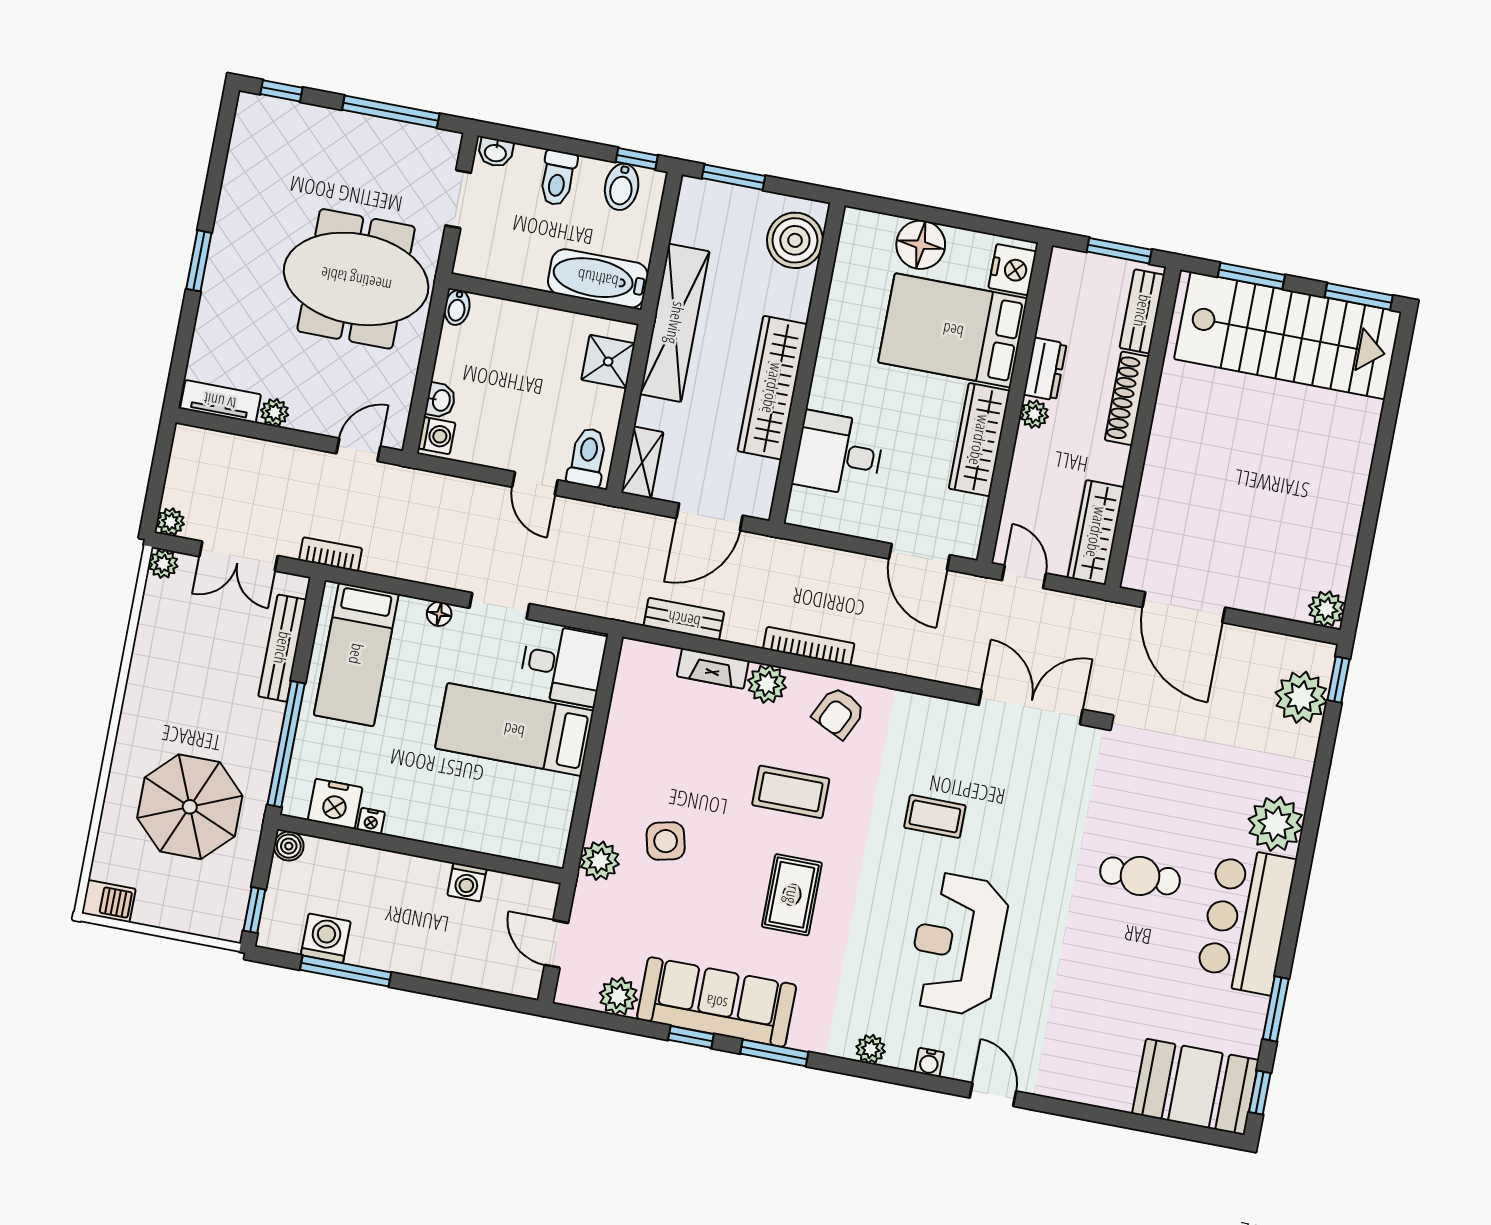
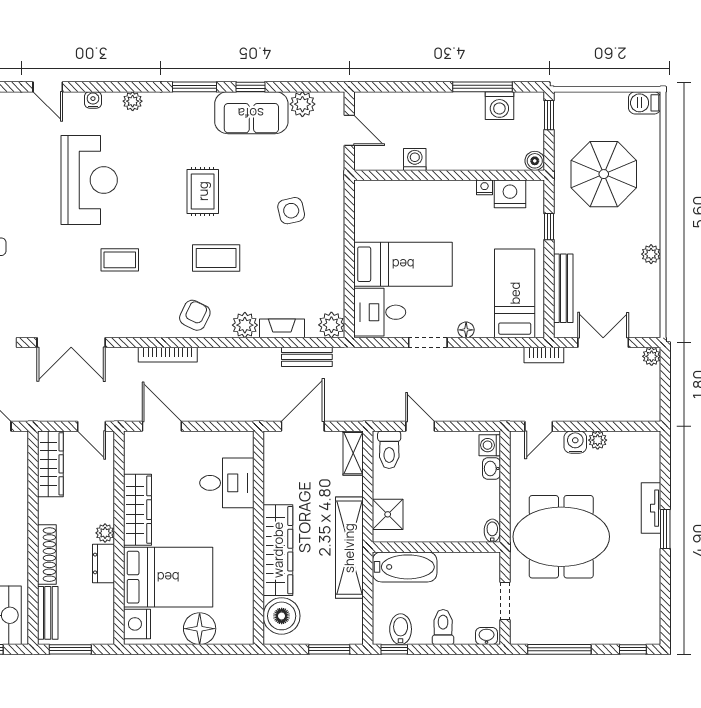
wardrobe: (772, 388) -> (278, 550), moved
tv unit: (220, 401) -> (651, 508), moved, turned 90
water cooler: (308, 416) -> (575, 442), added
plant: (163, 564) -> (651, 254), moved
bookcase: (809, 646) -> (168, 355), moved
window: (286, 744) -> (549, 227), width x0.32
plant: (600, 861) -> (331, 325), moved
sofa: (717, 1002) -> (251, 113), width x0.73

